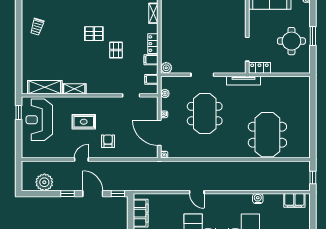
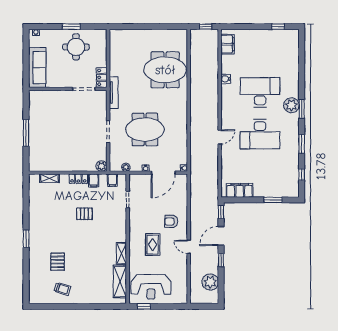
pallet: (94, 34) -> (58, 262), moved

